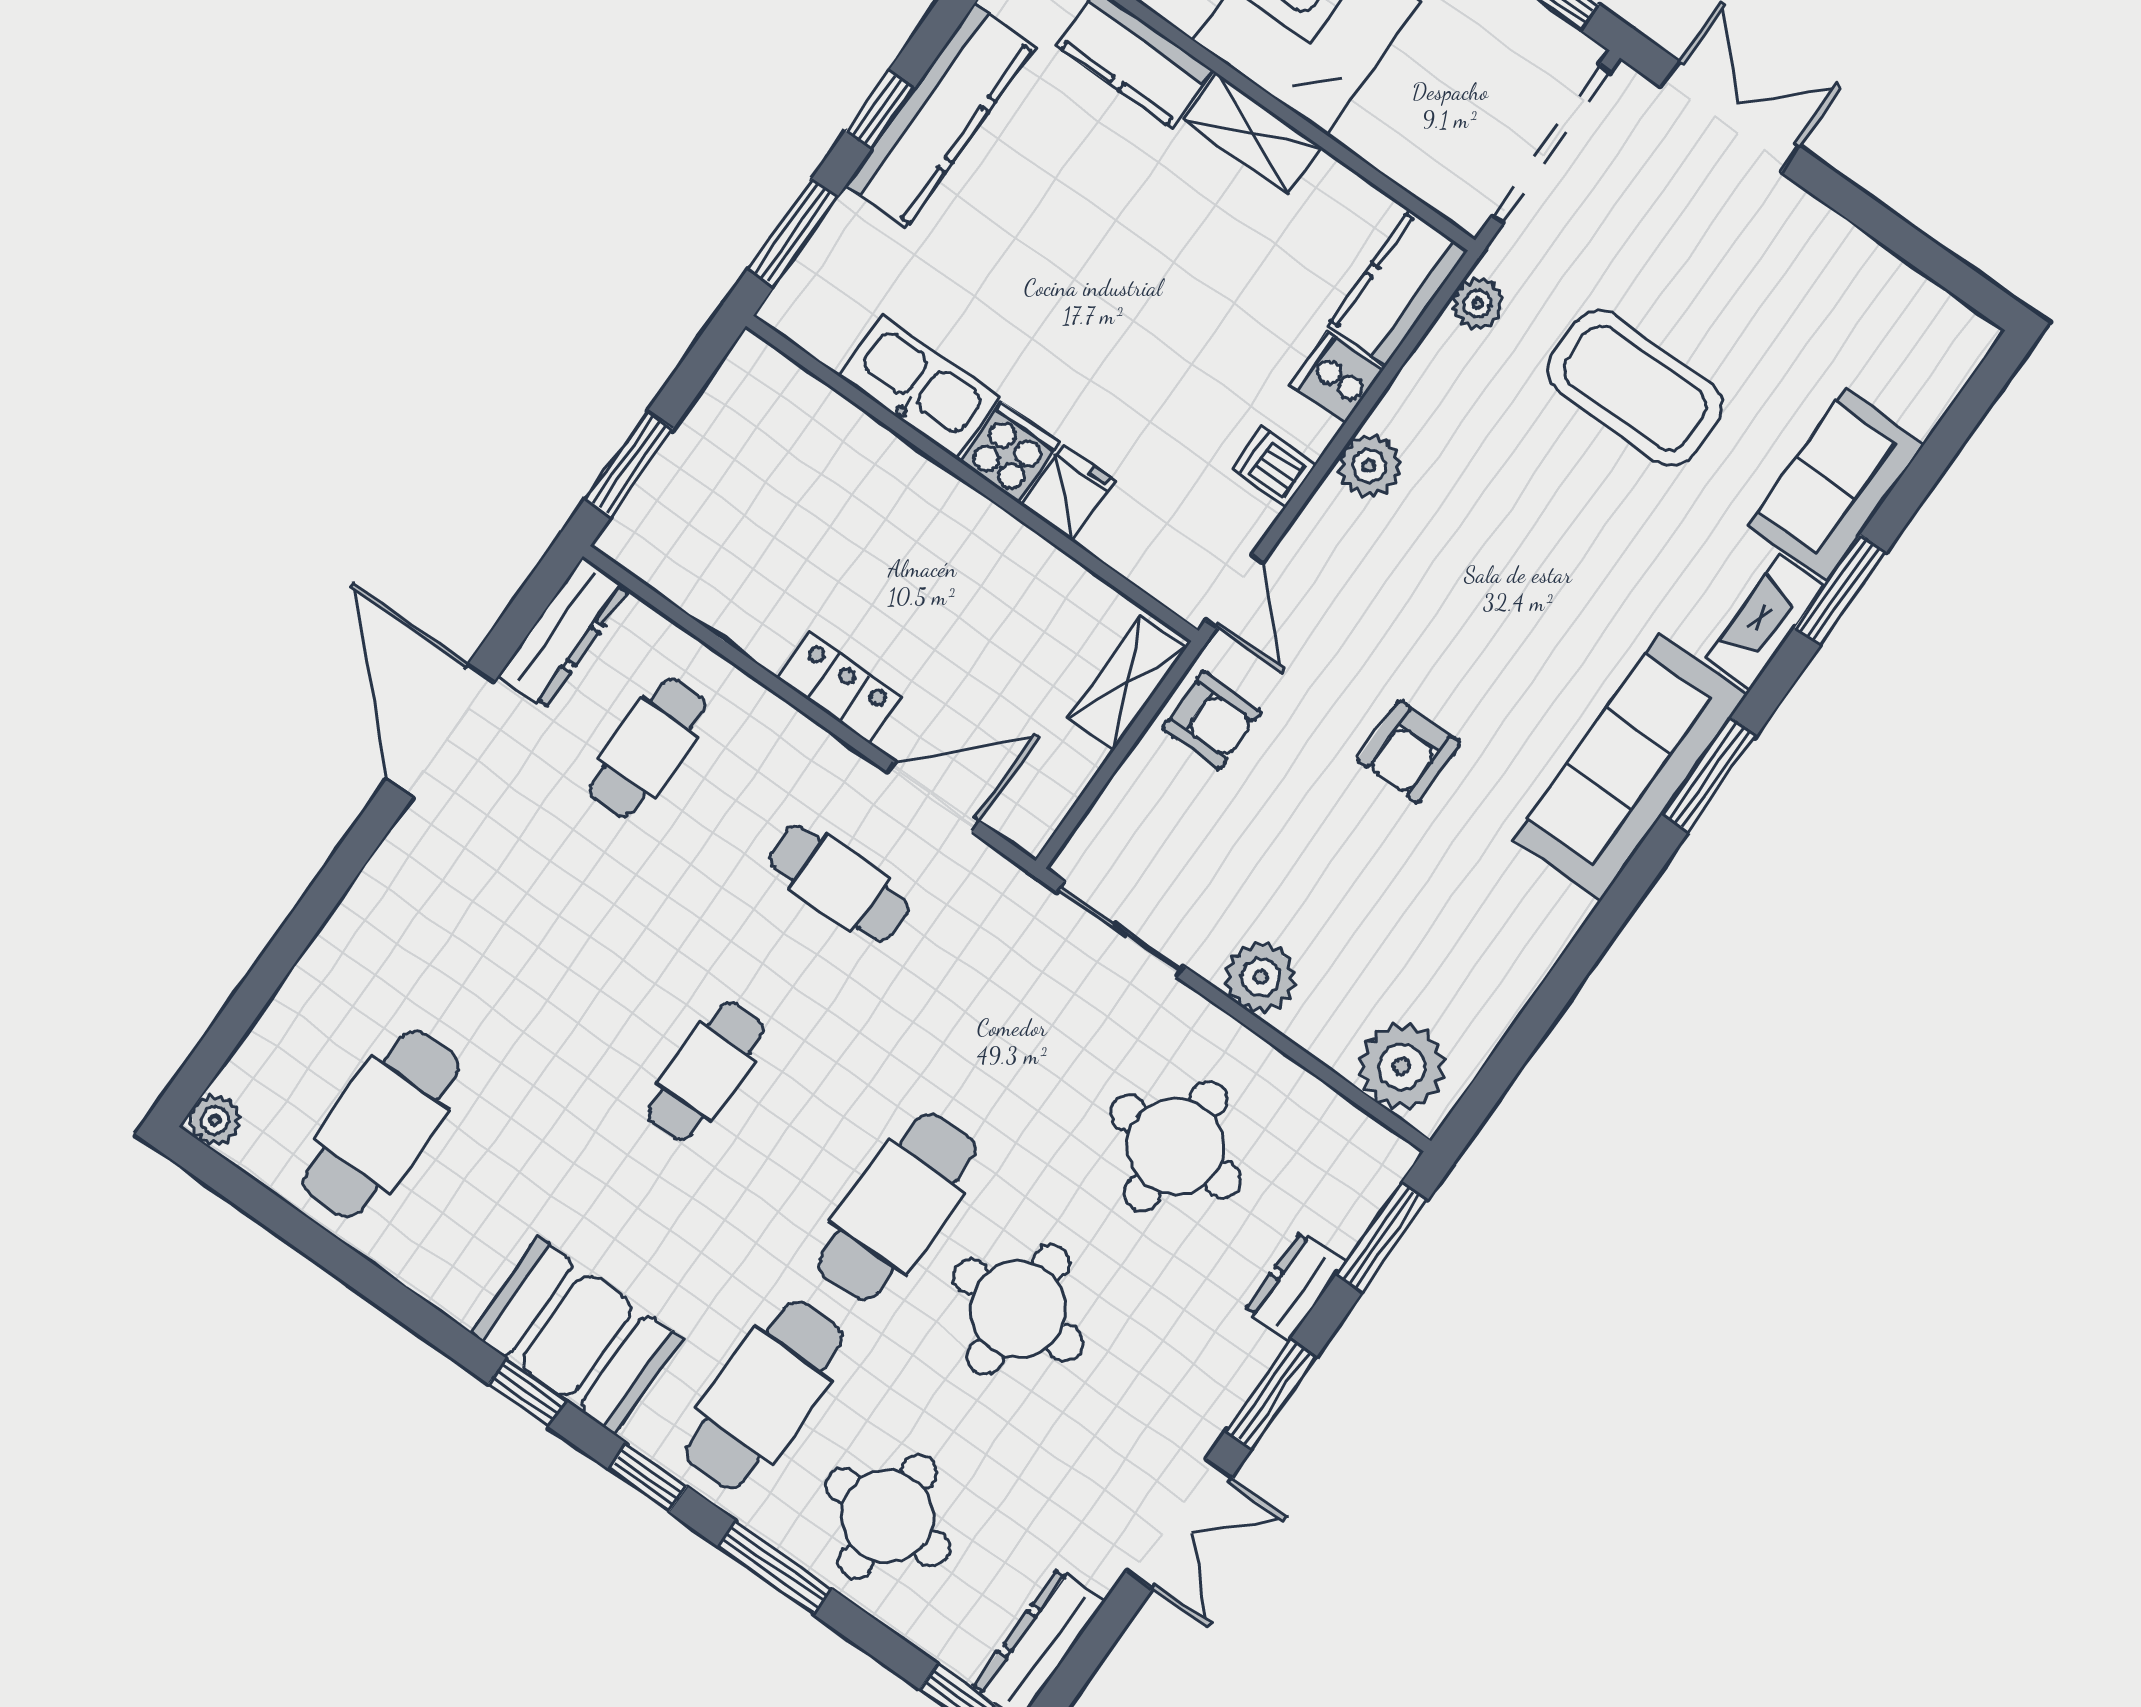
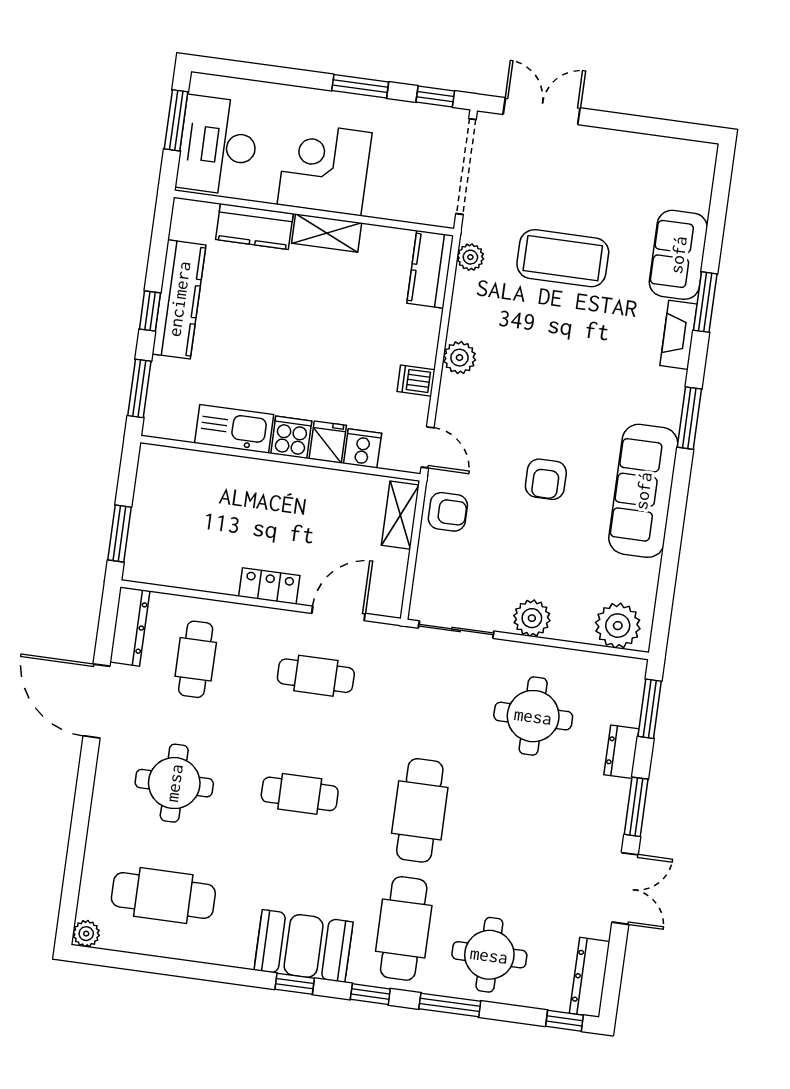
cooker: (1336, 378) -> (363, 448), moved, turned 90
sofa: (1630, 767) -> (643, 491), moved
cafe table: (706, 1071) -> (300, 794), turned 90
cafe table: (381, 1124) -> (163, 896), turned 90
round table: (1018, 1309) -> (174, 783), moved

